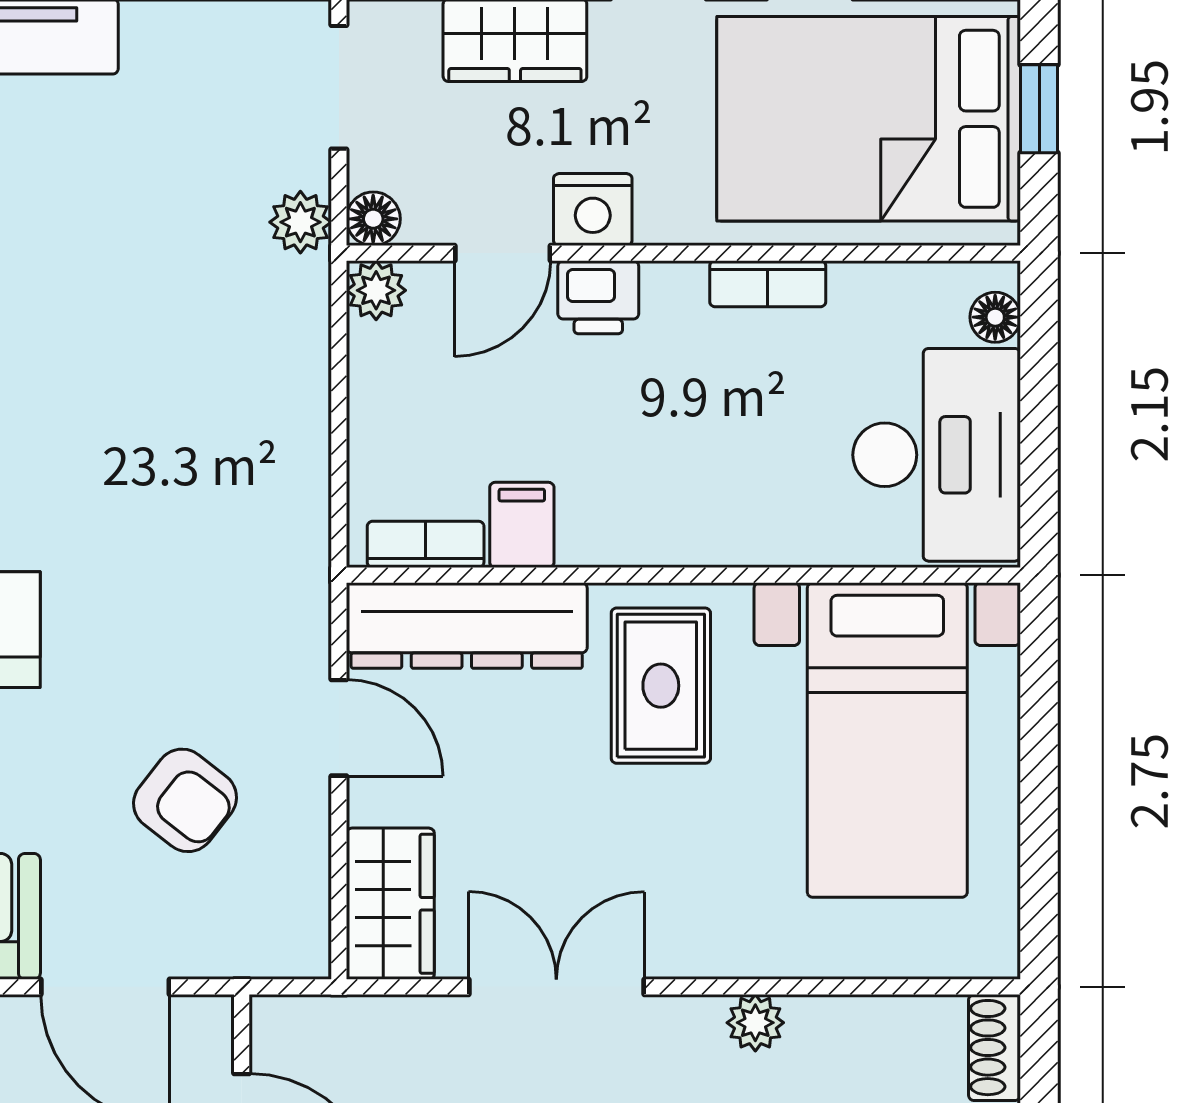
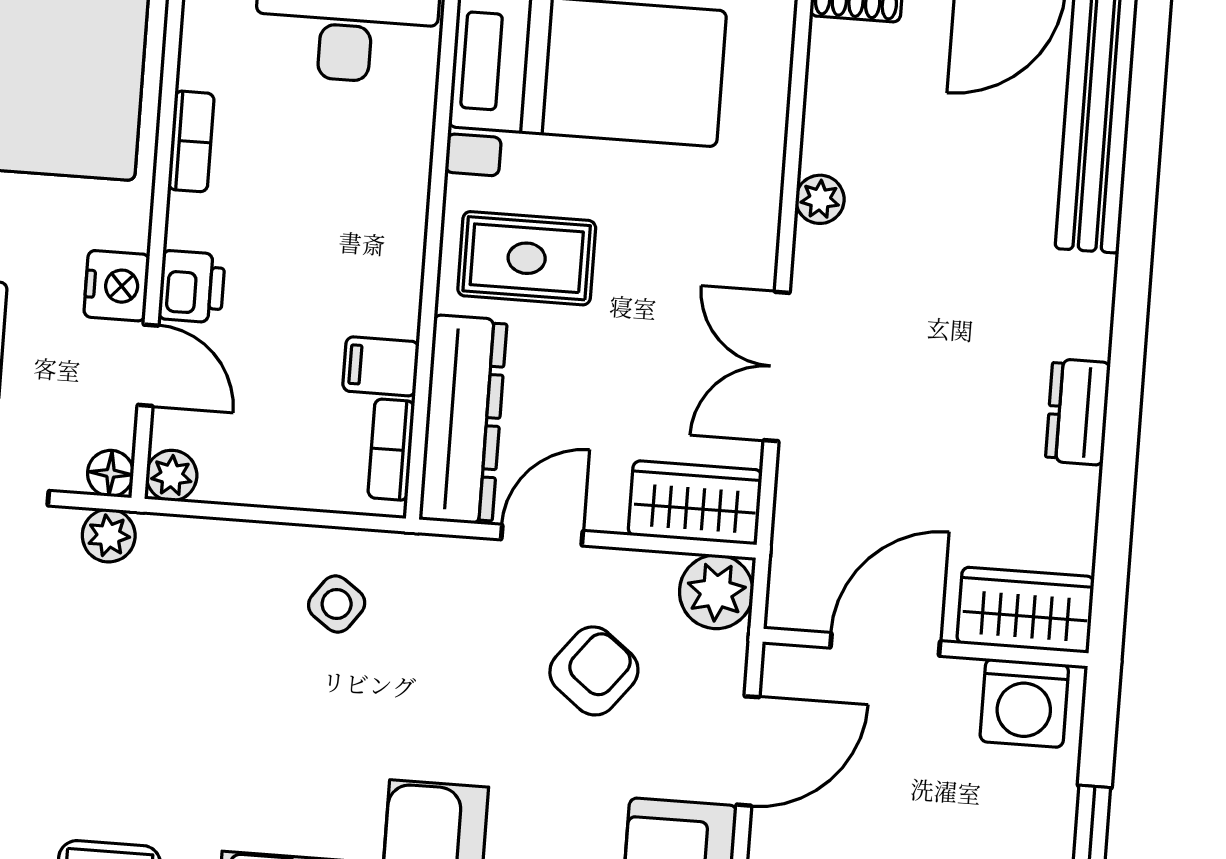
side table: (241, 494) -> (337, 604), added
plant: (288, 936) -> (716, 592), added

